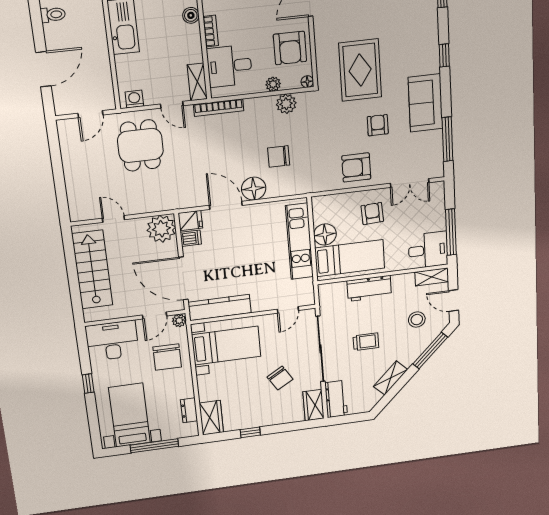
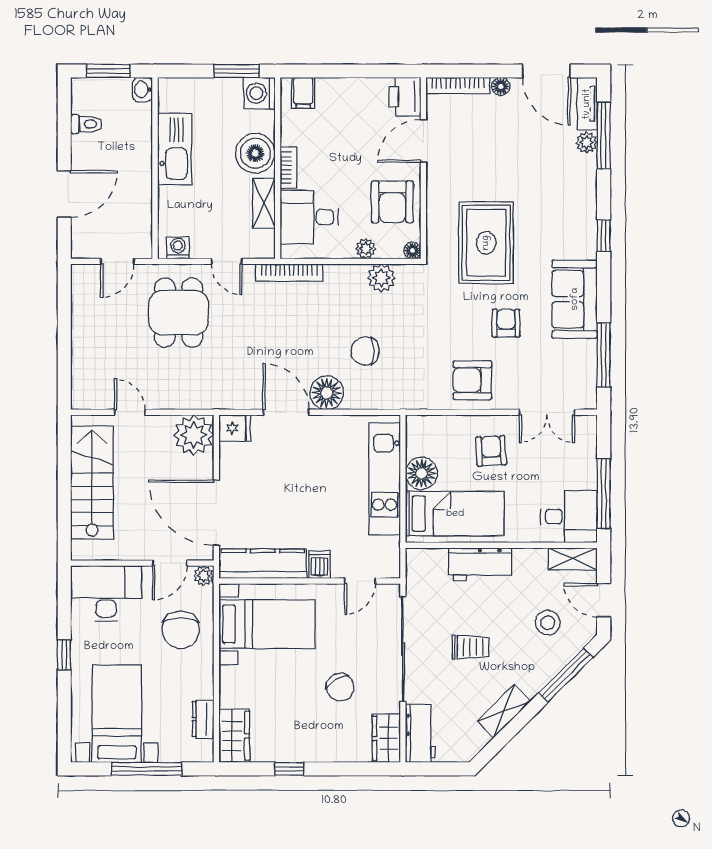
boiler: (191, 15) -> (255, 153), width x1.86, depth x1.86
shelving: (197, 82) -> (264, 203), moved
dishwasher: (191, 238) -> (320, 565), moved, turned -90

